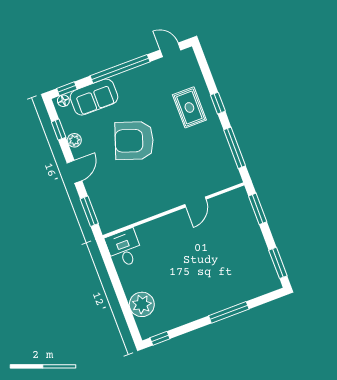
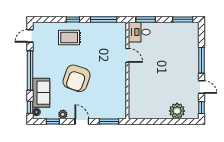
desk: (124, 248) -> (139, 32), moved
door: (190, 327) -> (202, 87), added

